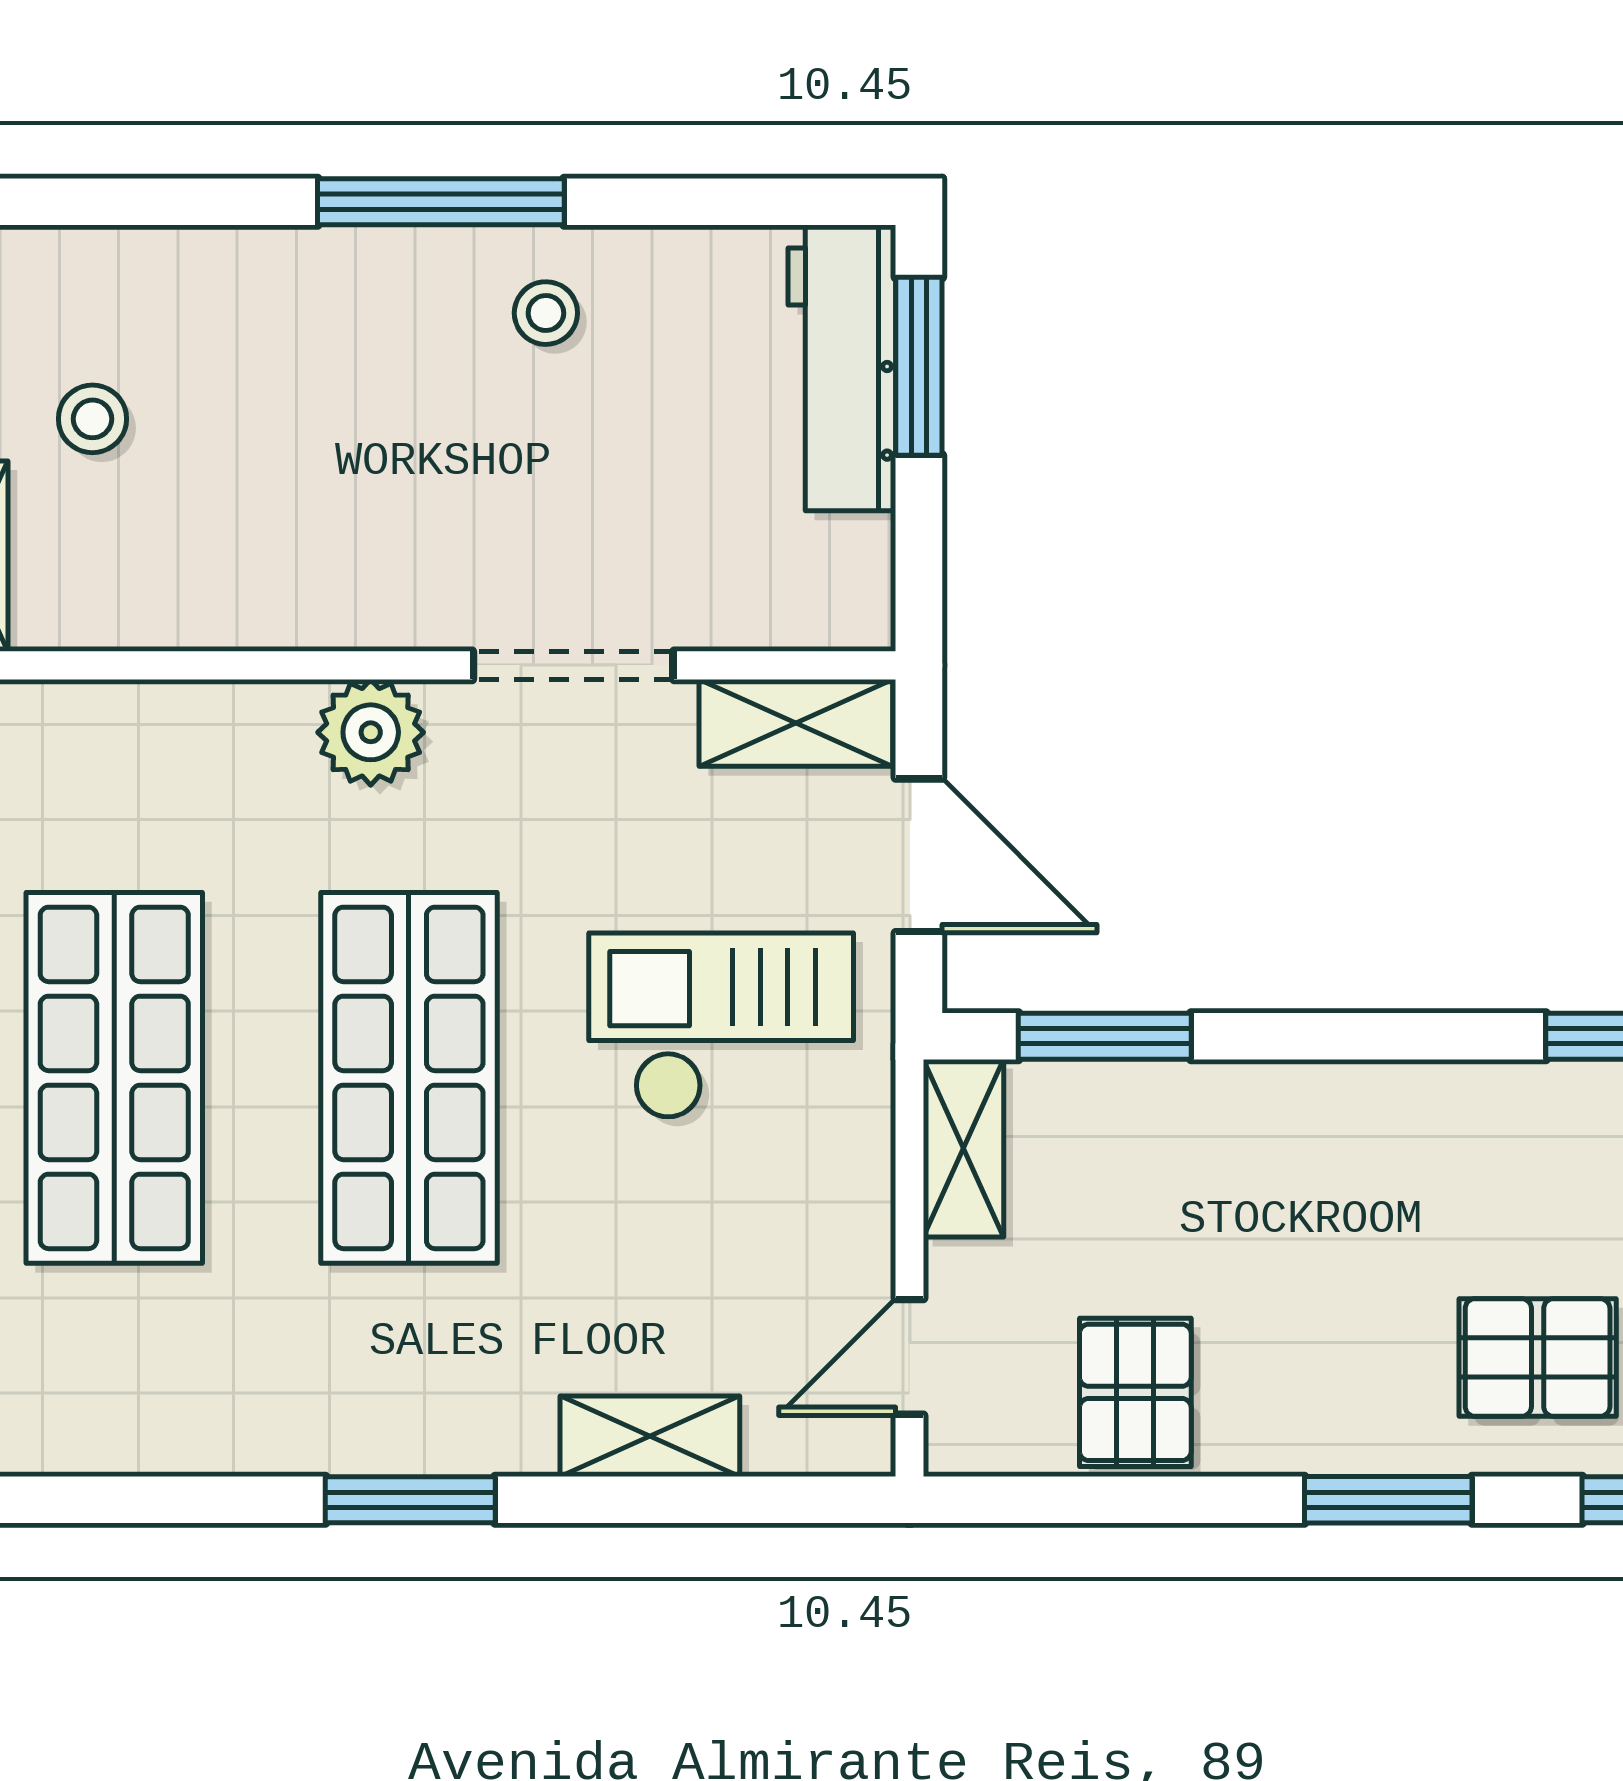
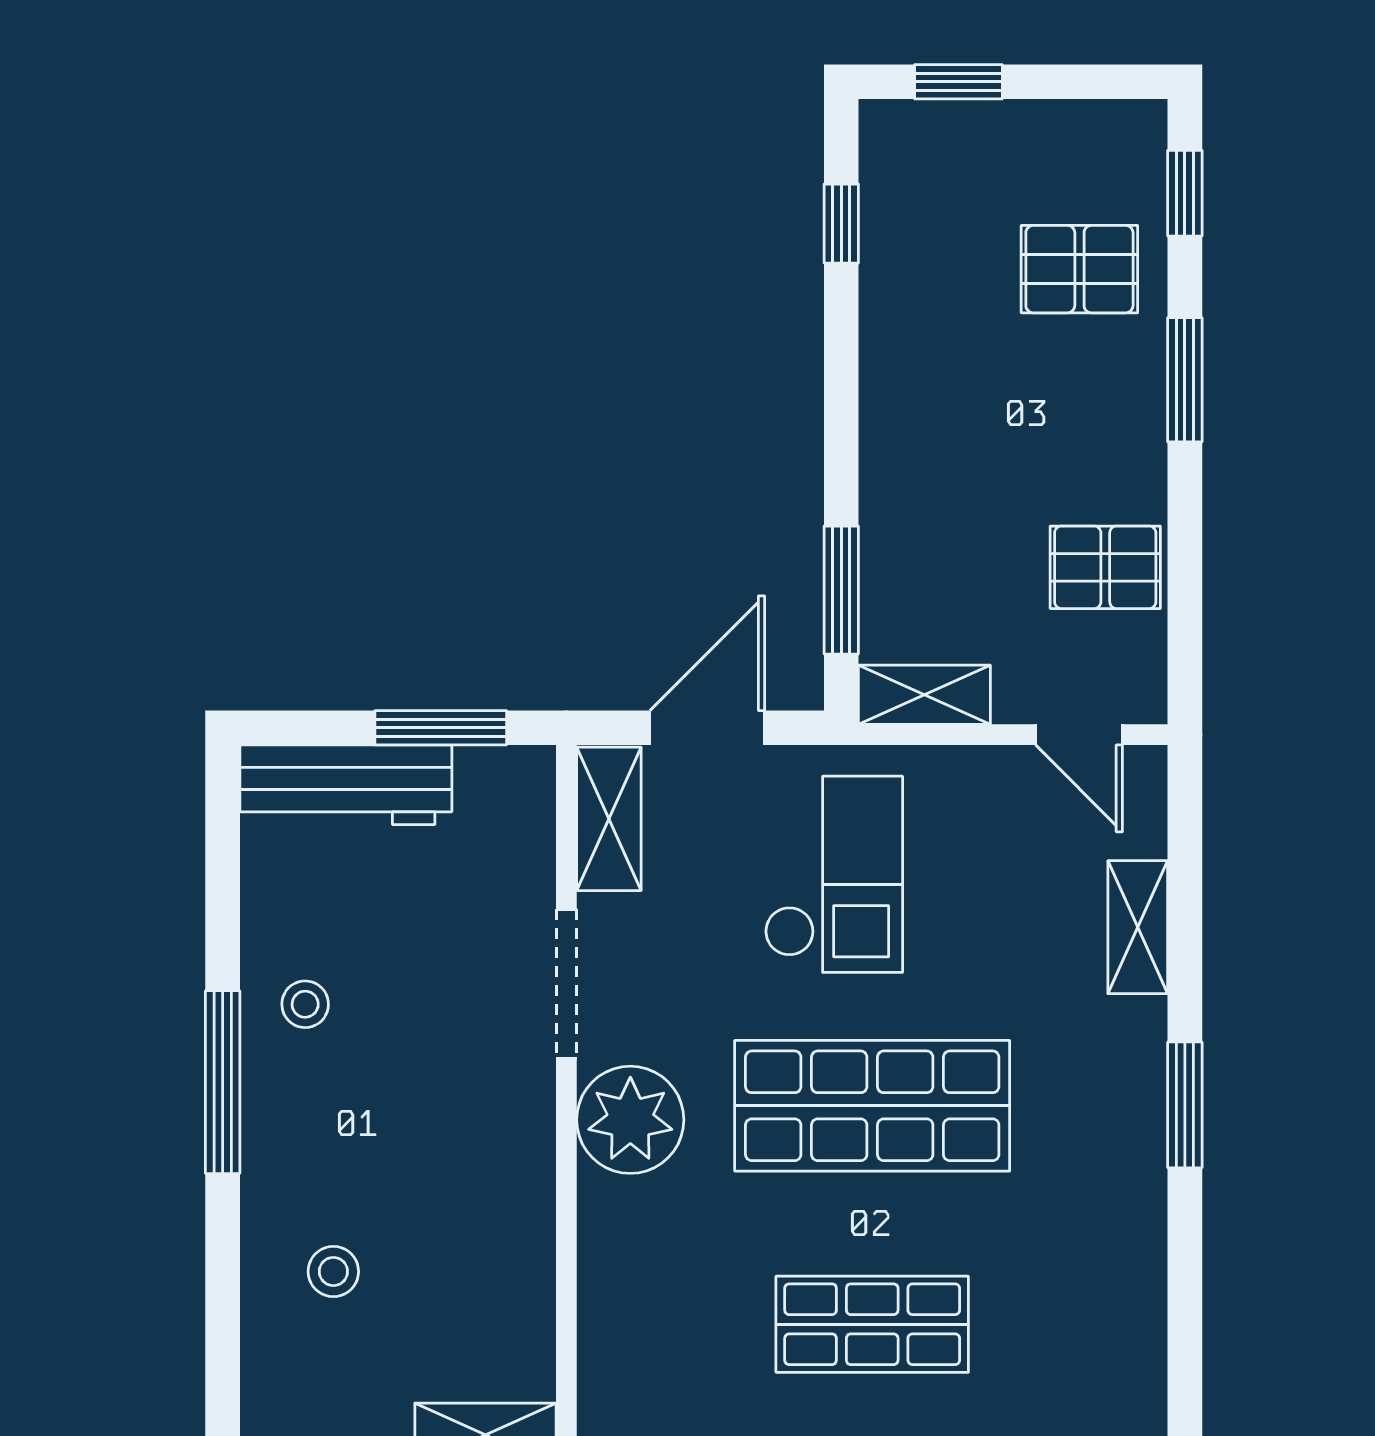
window: (919, 366) -> (441, 728), moved
stool: (92, 419) -> (333, 1272), moved
plant: (371, 732) -> (630, 1120), width x1.36, depth x1.36
checkout: (721, 1026) -> (834, 874), turned 180
shop shelf: (114, 1078) -> (872, 1324), width x0.70, depth x0.74
pallet: (1538, 1357) -> (1079, 269), turned 90

